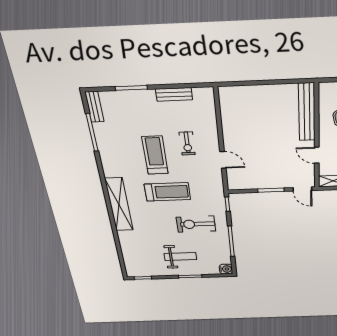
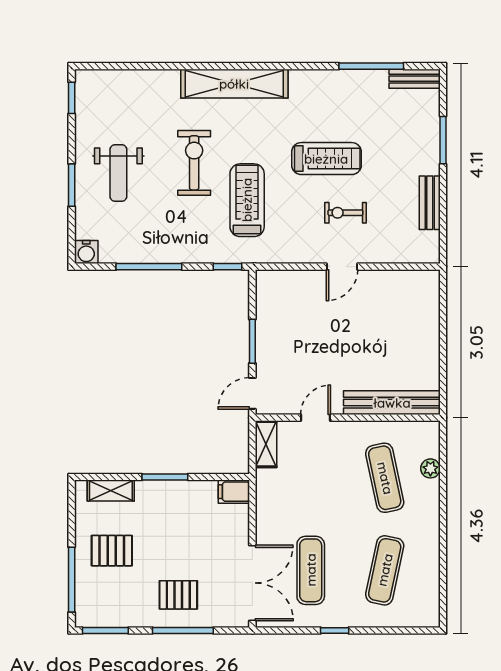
door: (223, 160) -> (342, 267), moved
treadmill: (167, 192) -> (247, 200), moved, turned 180
exercise bike: (196, 224) -> (194, 163), moved

